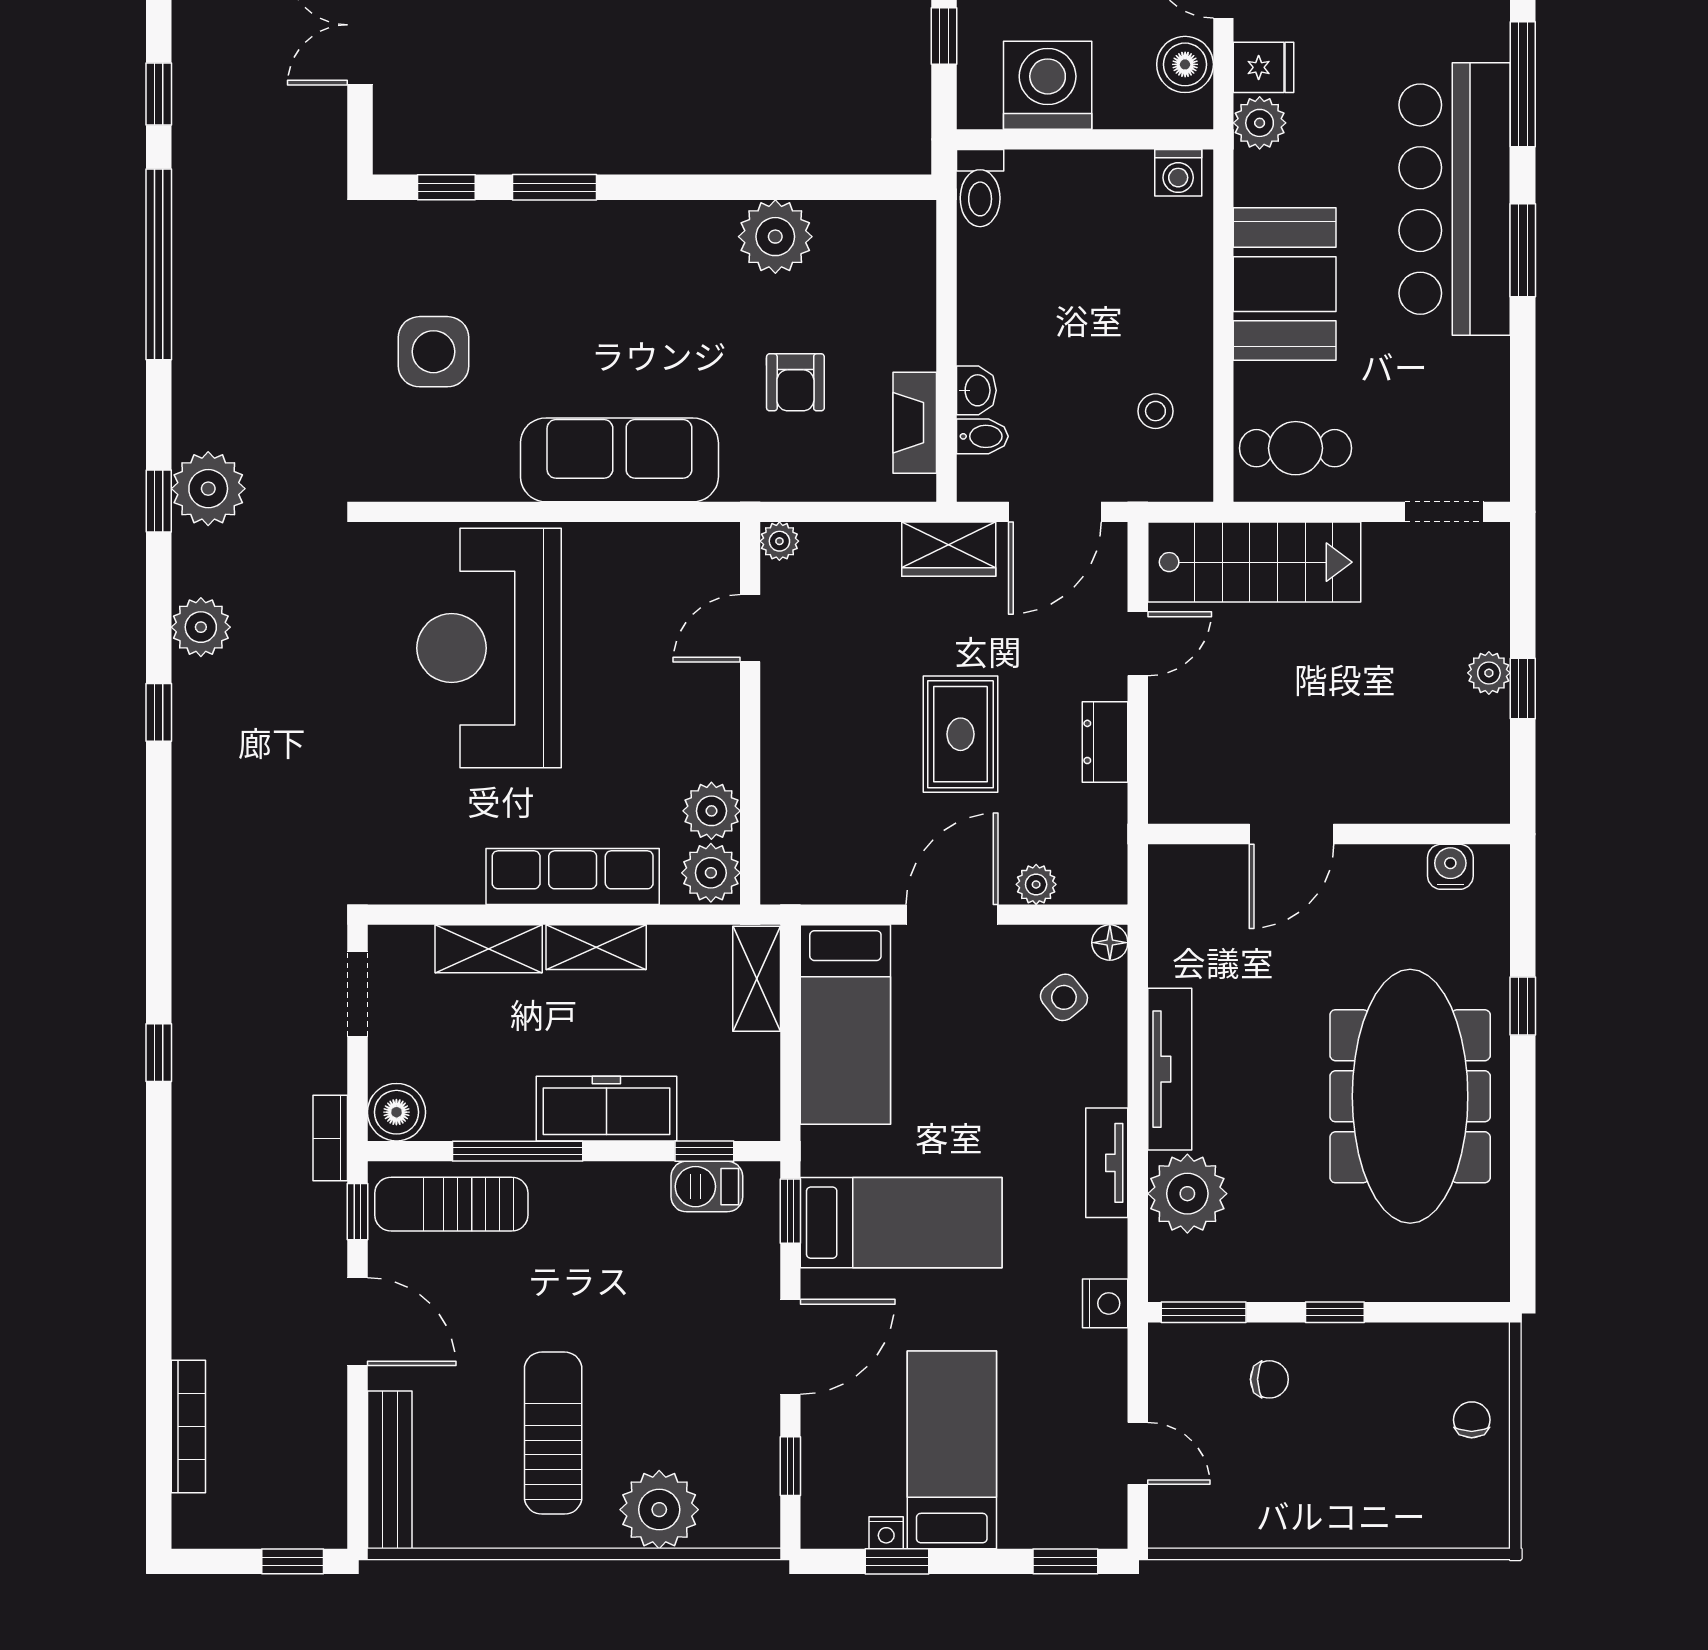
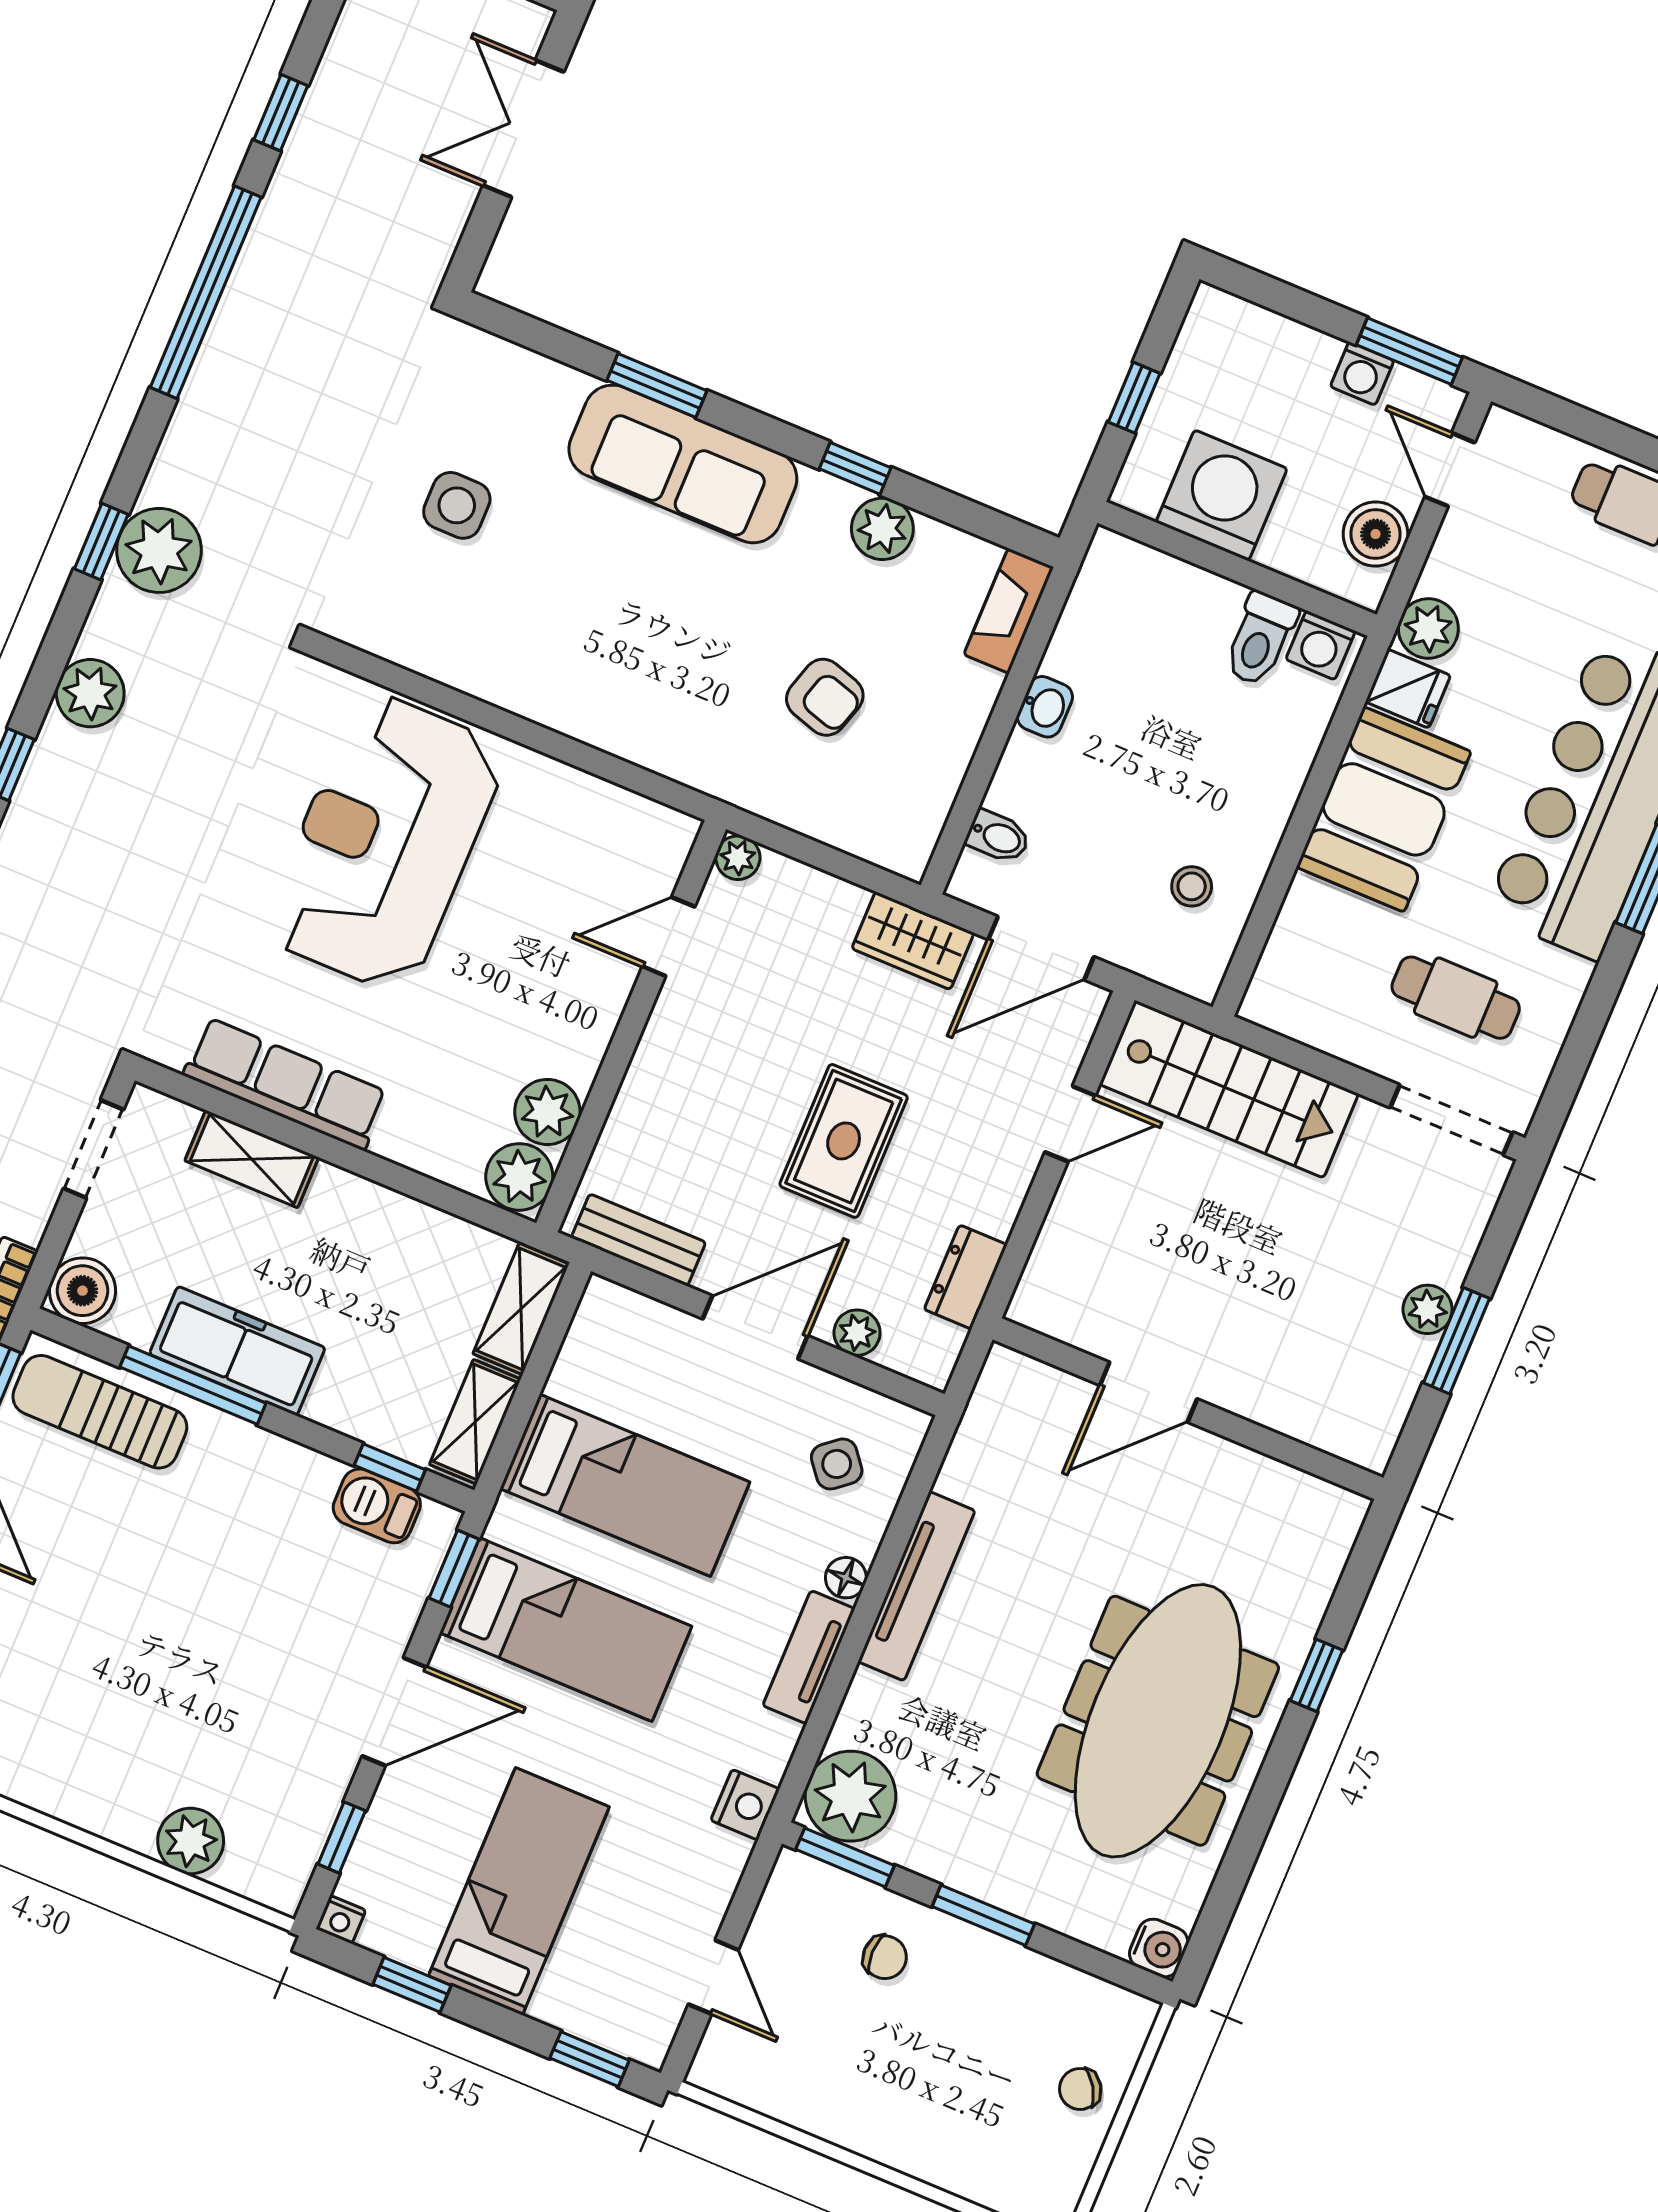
fridge: (1263, 67) -> (1408, 689), moved
window: (446, 187) -> (855, 468), moved
toilet: (980, 188) -> (1260, 639), moved
plant: (775, 237) -> (882, 529), width x0.73, depth x0.73
side table: (433, 352) -> (457, 505), width x0.73, depth x0.73
armchair: (795, 382) -> (825, 697), turned -73
washbasin: (976, 390) -> (1045, 707), moved
fireplace: (915, 423) -> (1009, 611), moved
cafe table: (1296, 448) -> (1456, 998), moved
sofa: (619, 460) -> (683, 464), moved, turned 180
doorway: (1444, 512) -> (1451, 1120), width x1.38
window: (1523, 689) -> (1456, 1341), width x1.50
dresser: (1105, 742) -> (966, 1277), moved
water cooler: (1450, 867) -> (1159, 1948), moved, turned 90
row of seats: (573, 877) -> (286, 1084), moved
bench: (828, 883) -> (639, 1240), added
floor lamp: (1110, 943) -> (846, 1578), moved
shelving: (596, 947) -> (475, 1422), moved, turned 90
bed: (845, 1024) -> (625, 1485), moved, turned -90
freezer: (606, 1109) -> (237, 1351), moved
plant: (1187, 1194) -> (851, 1796), moved
window: (1335, 1312) -> (983, 1915), width x1.50
chair: (1472, 1420) -> (1080, 2089), turned -122
sun lounger: (553, 1433) -> (106, 1698), removed
plant: (659, 1510) -> (191, 1841), width x0.73, depth x0.73
nightstand: (886, 1533) -> (341, 1920), moved

